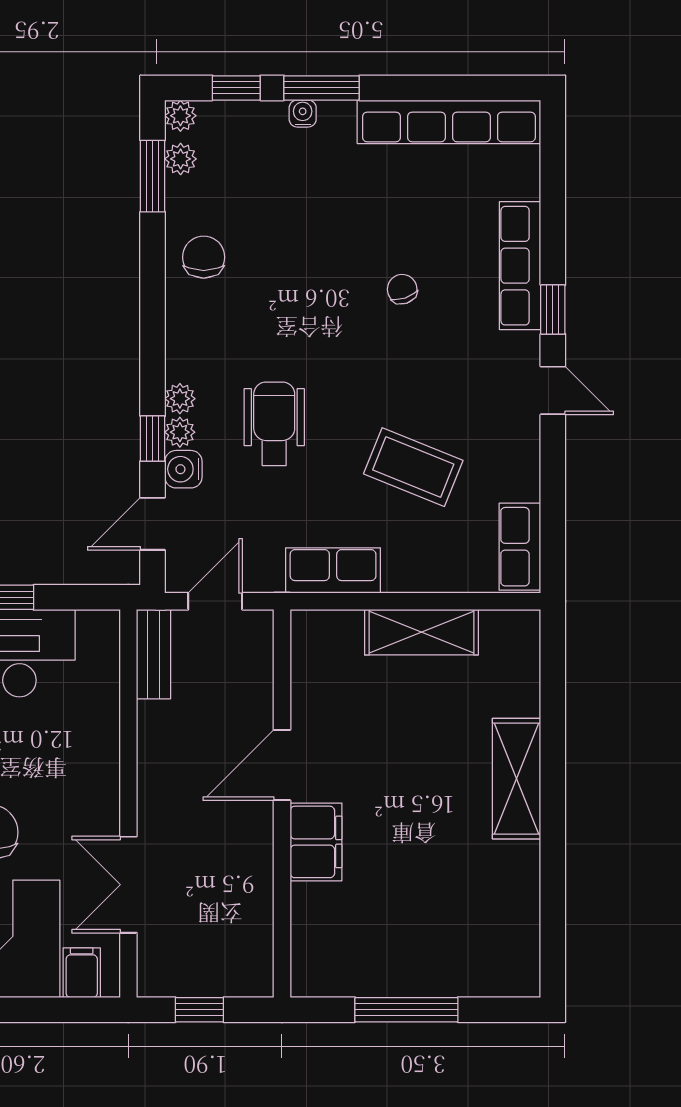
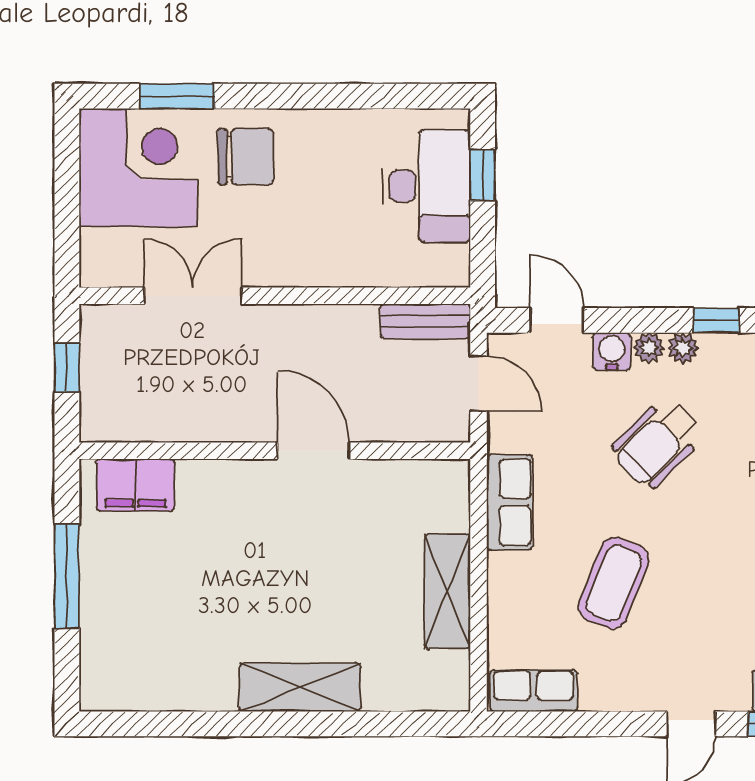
wheelchair: (274, 424) -> (657, 443), turned 135
window: (153, 439) -> (716, 320), moved
filing cabinet: (316, 842) -> (135, 485), moved
filing cabinet: (82, 973) -> (104, 249), removed

